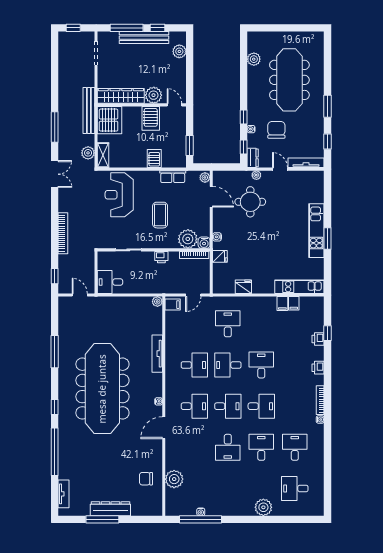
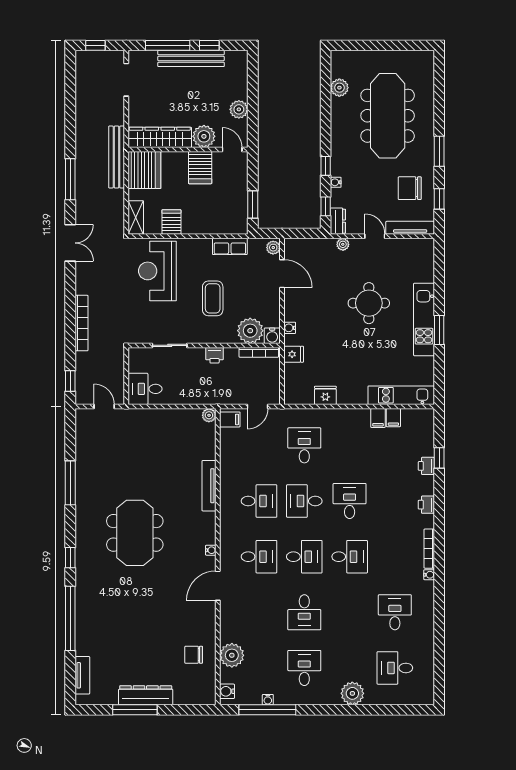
plant: (179, 51) -> (239, 109), moved
chair: (276, 130) -> (410, 188), moved, turned -90
plant: (88, 153) -> (115, 214), removed
server rack: (154, 158) -> (171, 222), moved
round table: (250, 202) -> (369, 303), moved
meeting table: (102, 389) -> (135, 533), width x0.54, depth x0.79
desk: (261, 447) -> (304, 668), moved
water cooler: (171, 506) -> (227, 691), added

